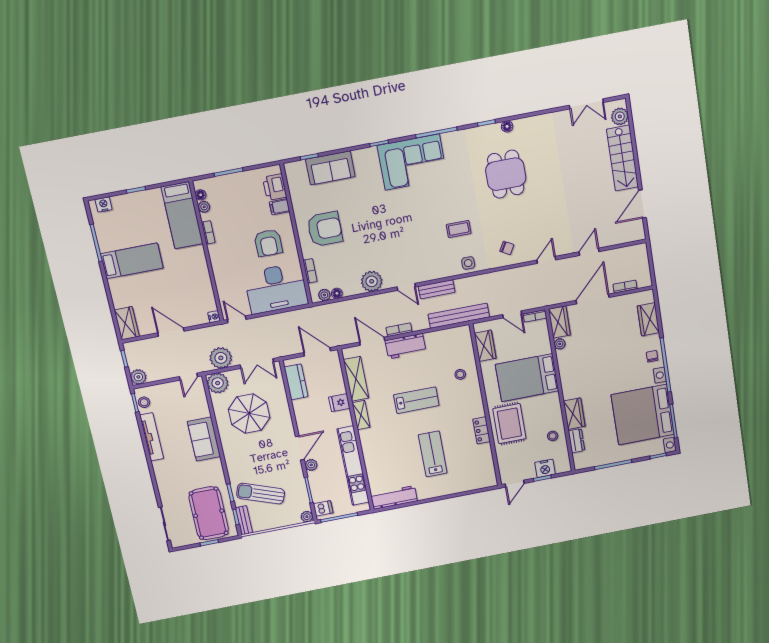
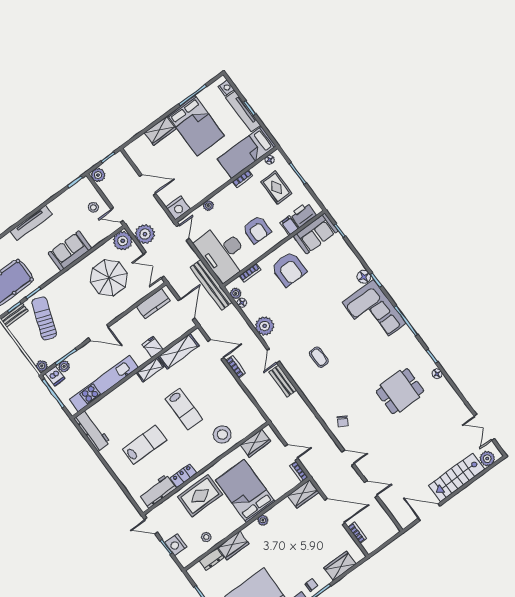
floor lamp: (370, 155) -> (364, 277), added
sofa: (330, 168) -> (316, 233), moved, turned -90
tv unit: (137, 198) -> (243, 111), added
rug: (233, 201) -> (277, 188), added
plant: (204, 207) -> (208, 206), moved
coffee table: (459, 229) -> (319, 357), moved
armchair: (268, 243) -> (257, 230), turned -90
bed: (132, 261) -> (196, 126), width x1.50
side table: (468, 263) -> (316, 396), removed
door: (512, 314) -> (291, 452), swing flipped
bench: (459, 316) -> (211, 285), moved
nightstand: (214, 317) -> (178, 208), width x1.89, depth x1.79
wardrobe: (127, 323) -> (160, 131), moved
door: (171, 332) -> (148, 185), hinge flipped
door: (372, 341) -> (216, 350), hinge flipped
plant: (560, 344) -> (263, 520), moved
workbench: (406, 346) -> (157, 491), moved, turned 90
stool: (460, 374) -> (222, 435), width x1.89, depth x1.89
stool: (144, 402) -> (93, 207), moved
tv unit: (152, 437) -> (31, 223), moved
plant: (311, 465) -> (64, 366), moved

